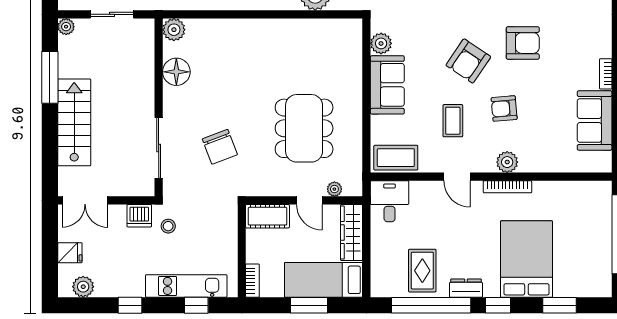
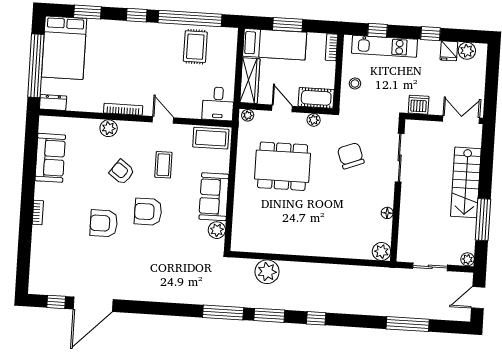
armchair: (468, 61) -> (148, 212), turned -124
floor lamp: (176, 72) -> (387, 213), width x0.53, depth x0.53
bookcase: (606, 74) -> (38, 213), moved
armchair: (504, 109) -> (122, 172), turned -139
dining table: (304, 128) -> (283, 166), turned 90
plant: (507, 162) -> (109, 128), moved
plant: (269, 188) -> (314, 120), added
plant: (334, 189) -> (248, 115), moved
stool: (168, 226) -> (355, 84), moved
fridge: (70, 253) -> (449, 51), moved, turned -90
bed: (526, 259) -> (64, 48), moved
dresser: (466, 288) -> (53, 102), moved, turned 180

